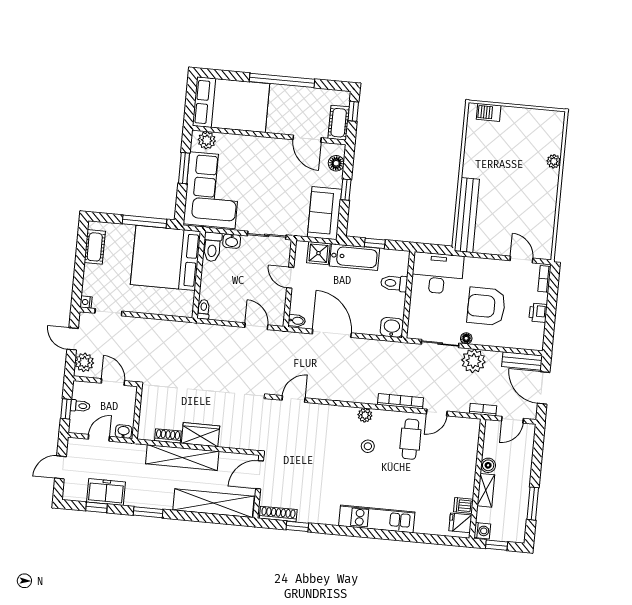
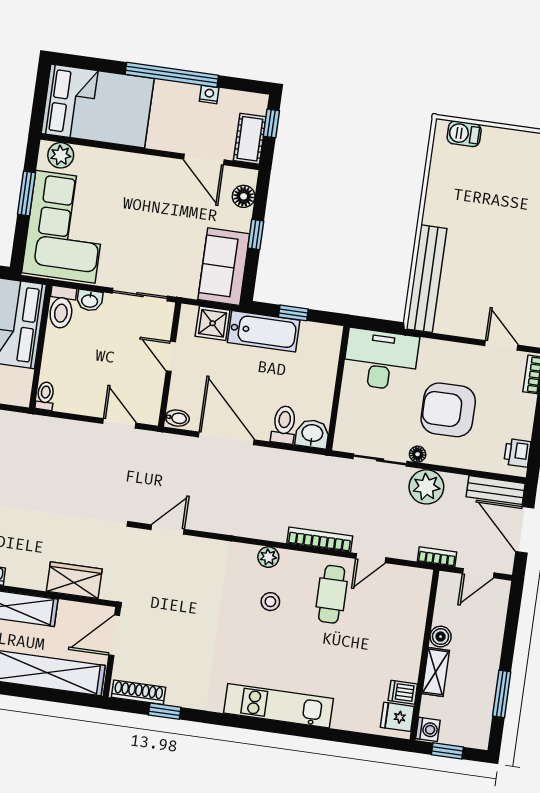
nightstand: (309, 93) -> (209, 94), added
toilet: (394, 283) -> (284, 425), moved, turned 90
printer: (538, 313) -> (517, 453), moved
wardrobe: (201, 435) -> (74, 580), moved

